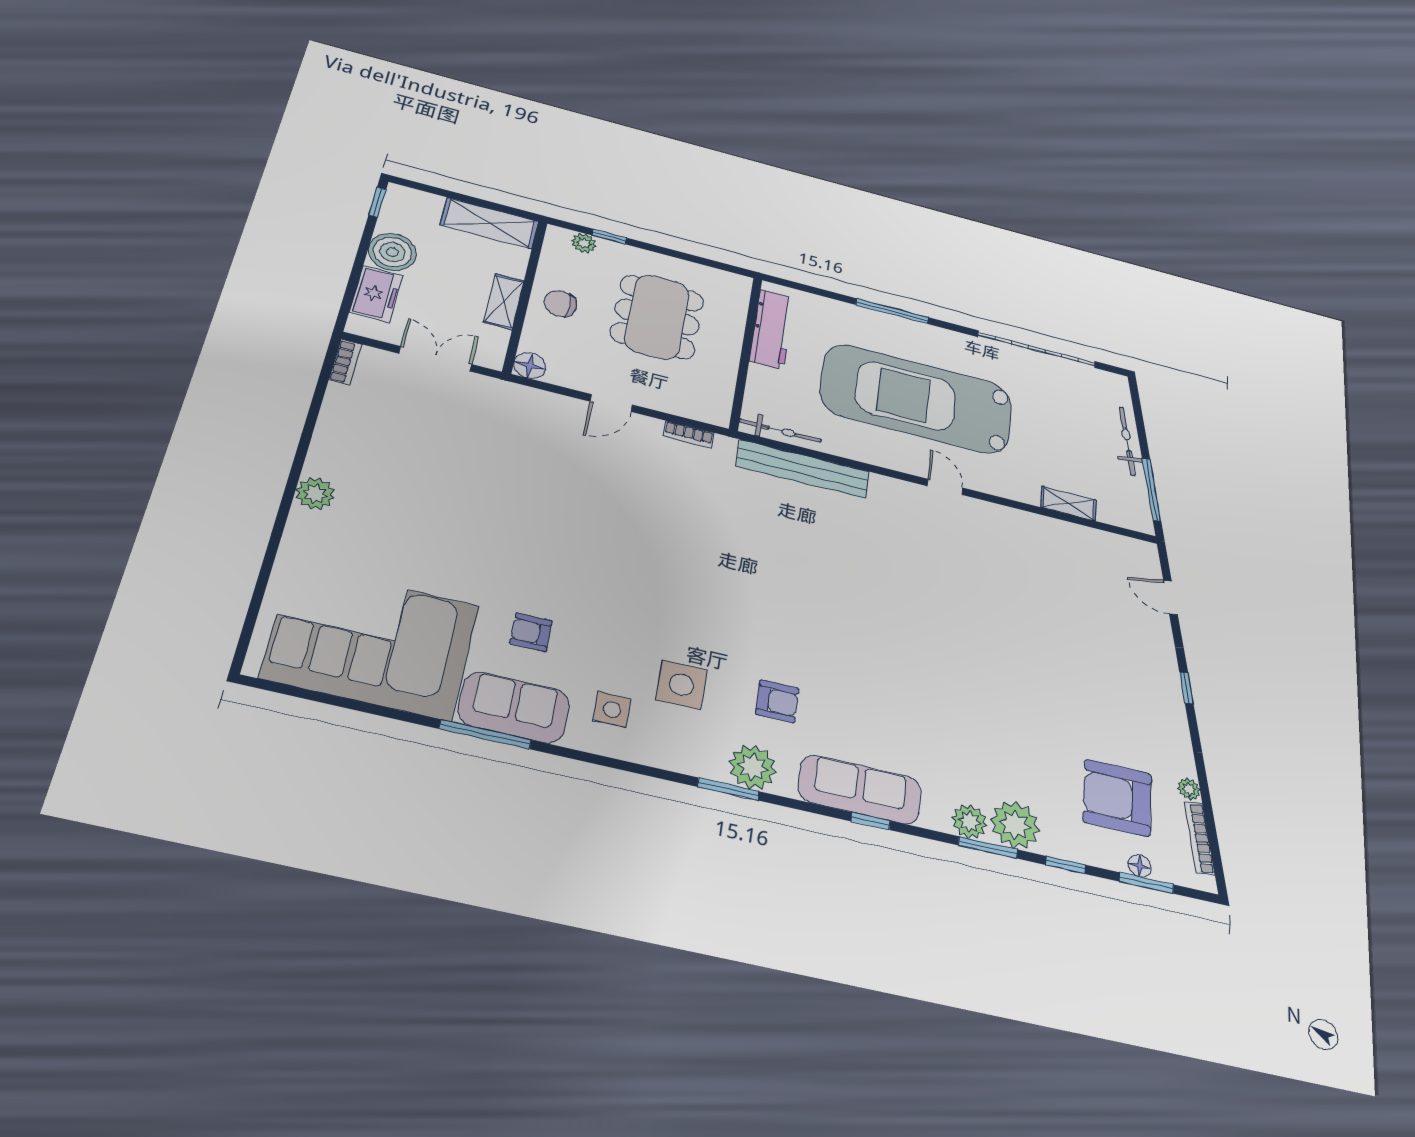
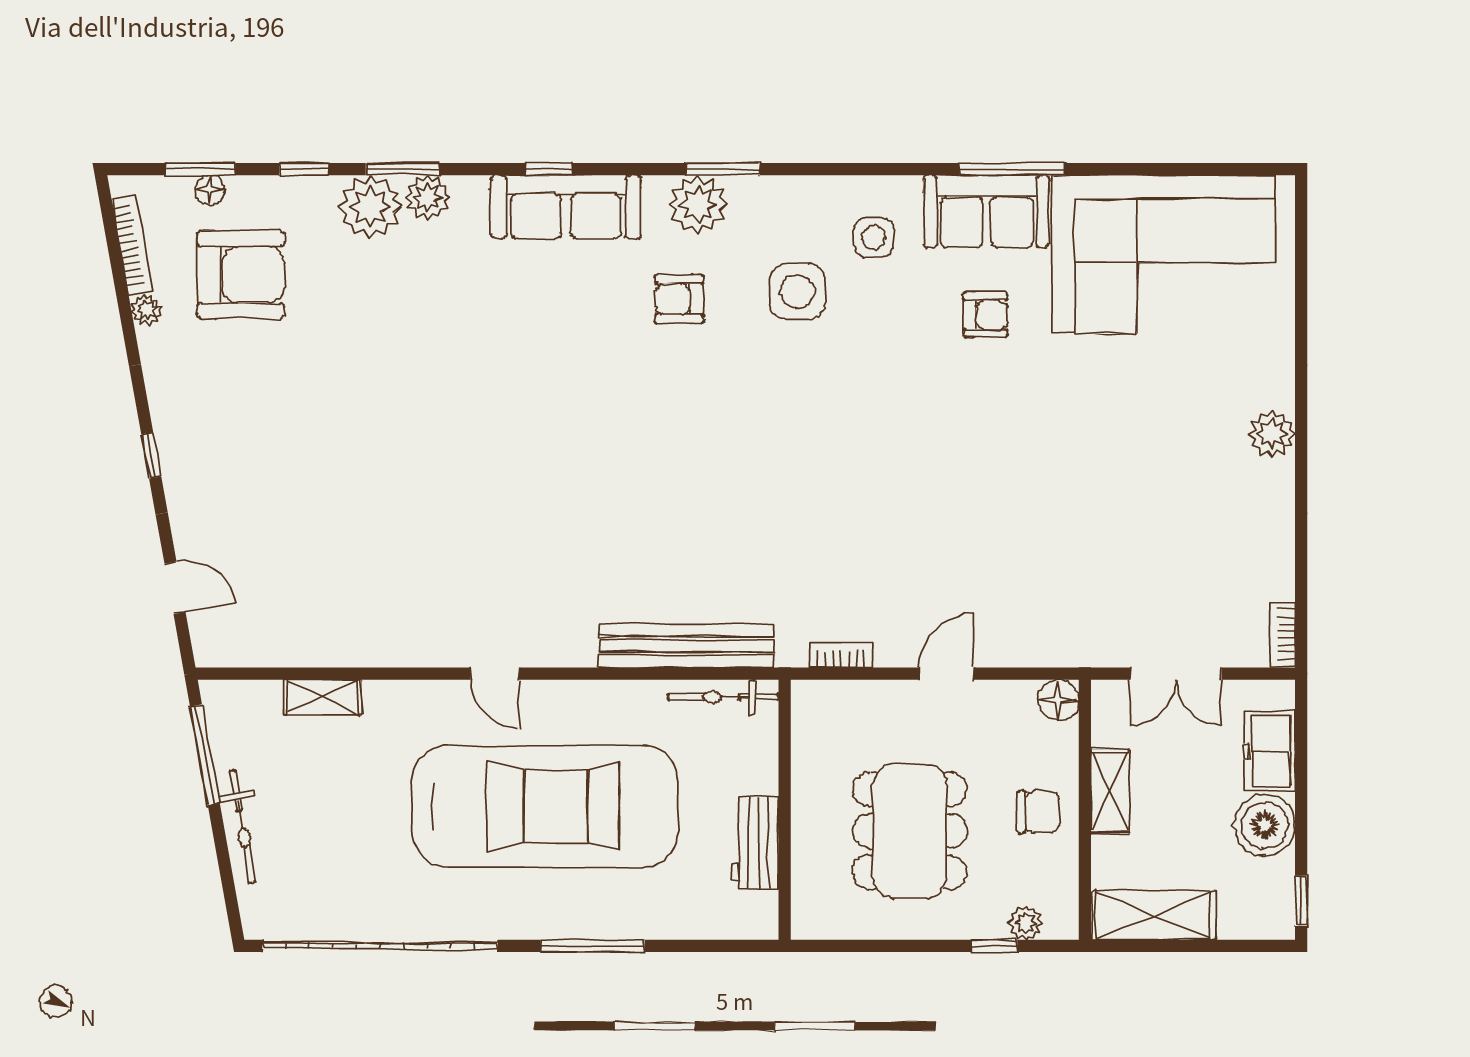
workbench: (772, 329) -> (755, 843), width x0.73
garage door: (1037, 349) -> (380, 946), width x1.36

